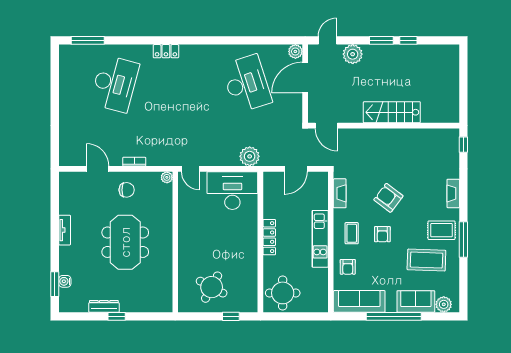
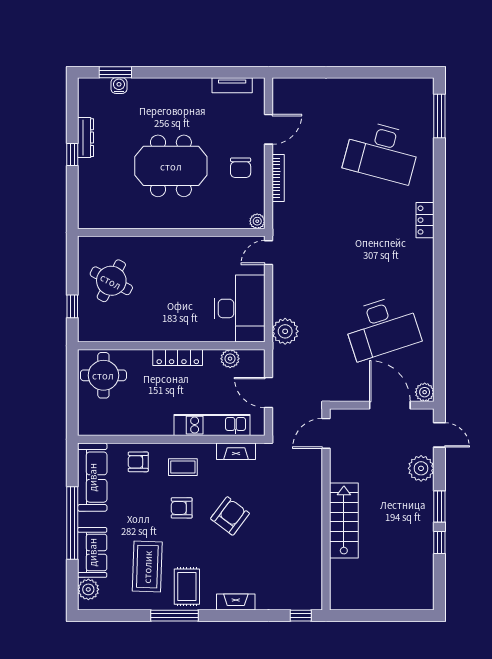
bookcase: (134, 162) -> (278, 178), width x1.56
plant: (270, 198) -> (230, 359), added
tv unit: (65, 230) -> (232, 85), moved
kitchen unit: (320, 239) -> (212, 425), moved

